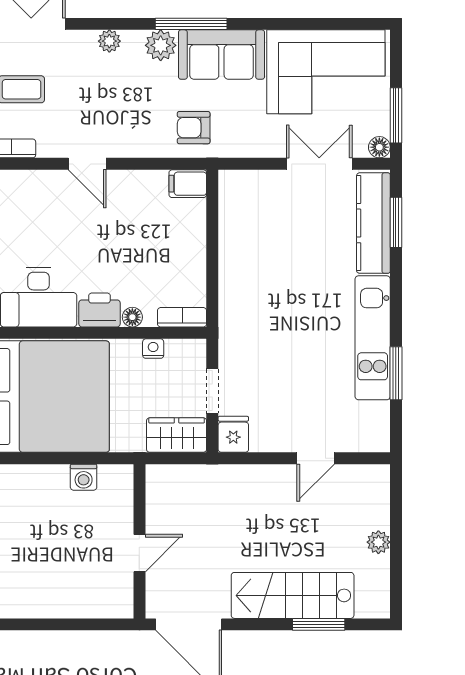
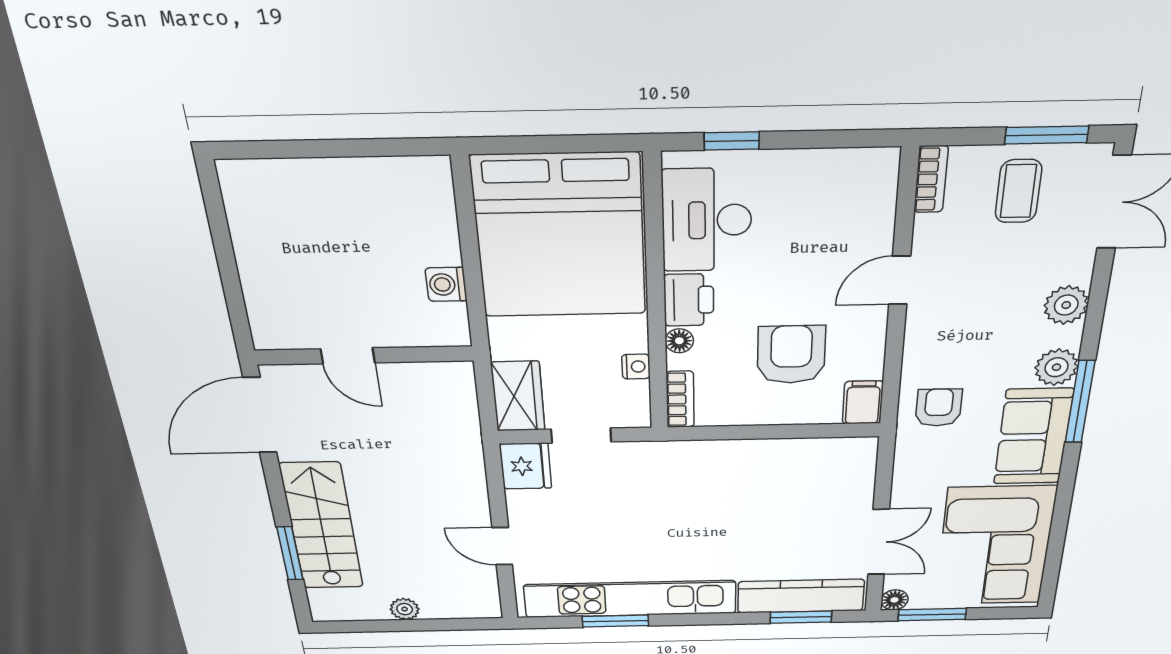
plant: (109, 41) -> (1066, 305), width x1.38, depth x1.38
armchair: (146, 237) -> (791, 355), added
kitchen unit: (373, 338) -> (630, 599), width x1.36
fridge: (233, 434) -> (526, 466), width x1.38

